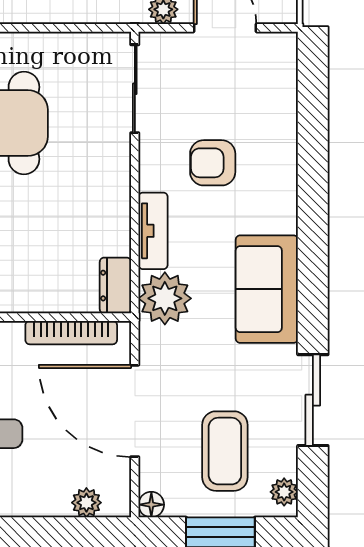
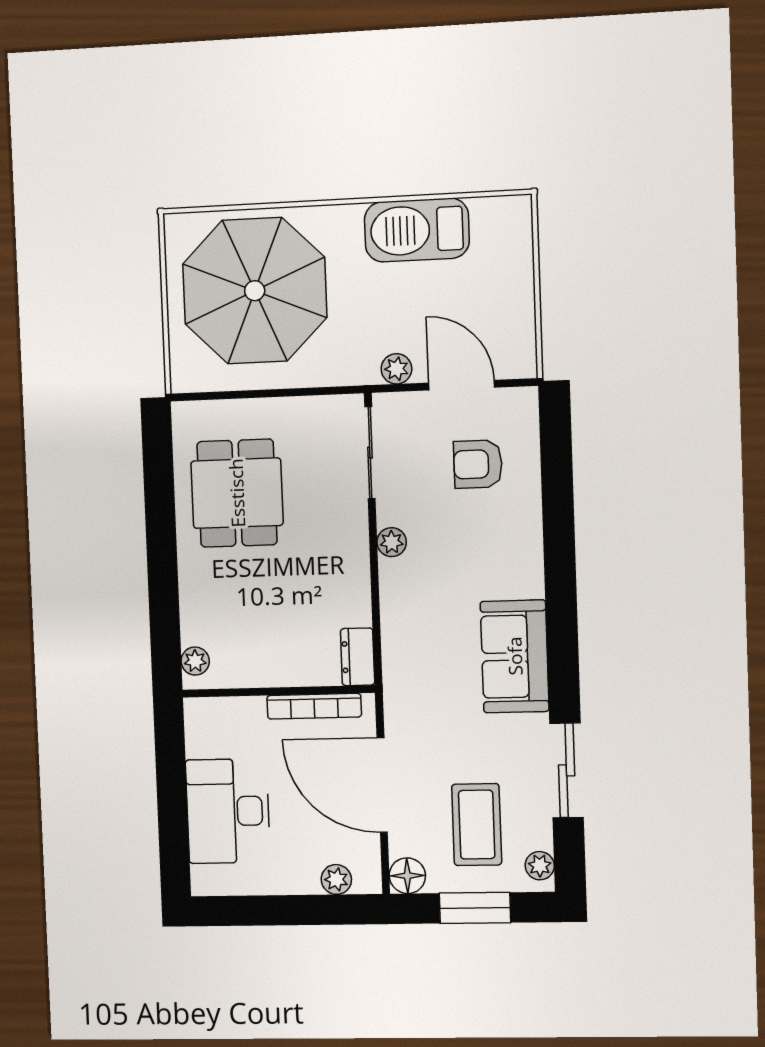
armchair: (213, 163) -> (478, 464), moved
tv unit: (153, 231) -> (394, 599), removed
plant: (165, 298) -> (392, 542), moved, width x0.53, depth x0.53
floor lamp: (151, 505) -> (407, 876), width x1.37, depth x1.37

